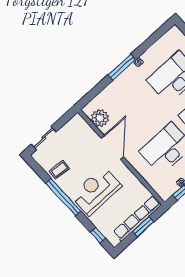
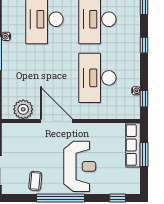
reception desk: (96, 191) -> (80, 166), turned 180
row of seats: (137, 218) -> (133, 145), width x0.73

